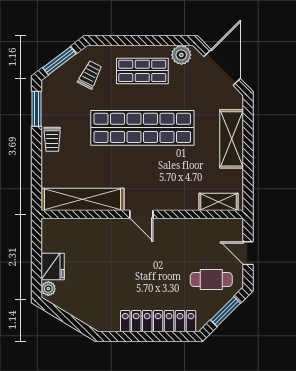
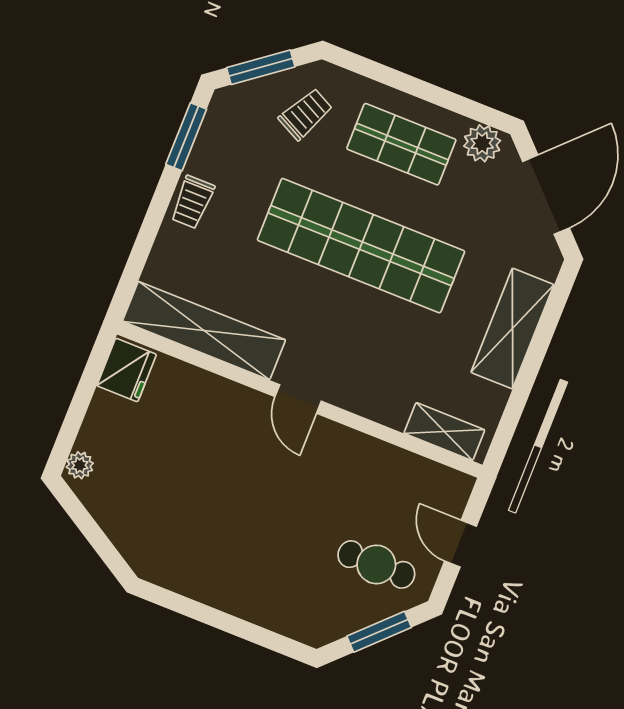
fridge: (53, 267) -> (127, 370), moved
locker: (158, 321) -> (252, 601), removed

